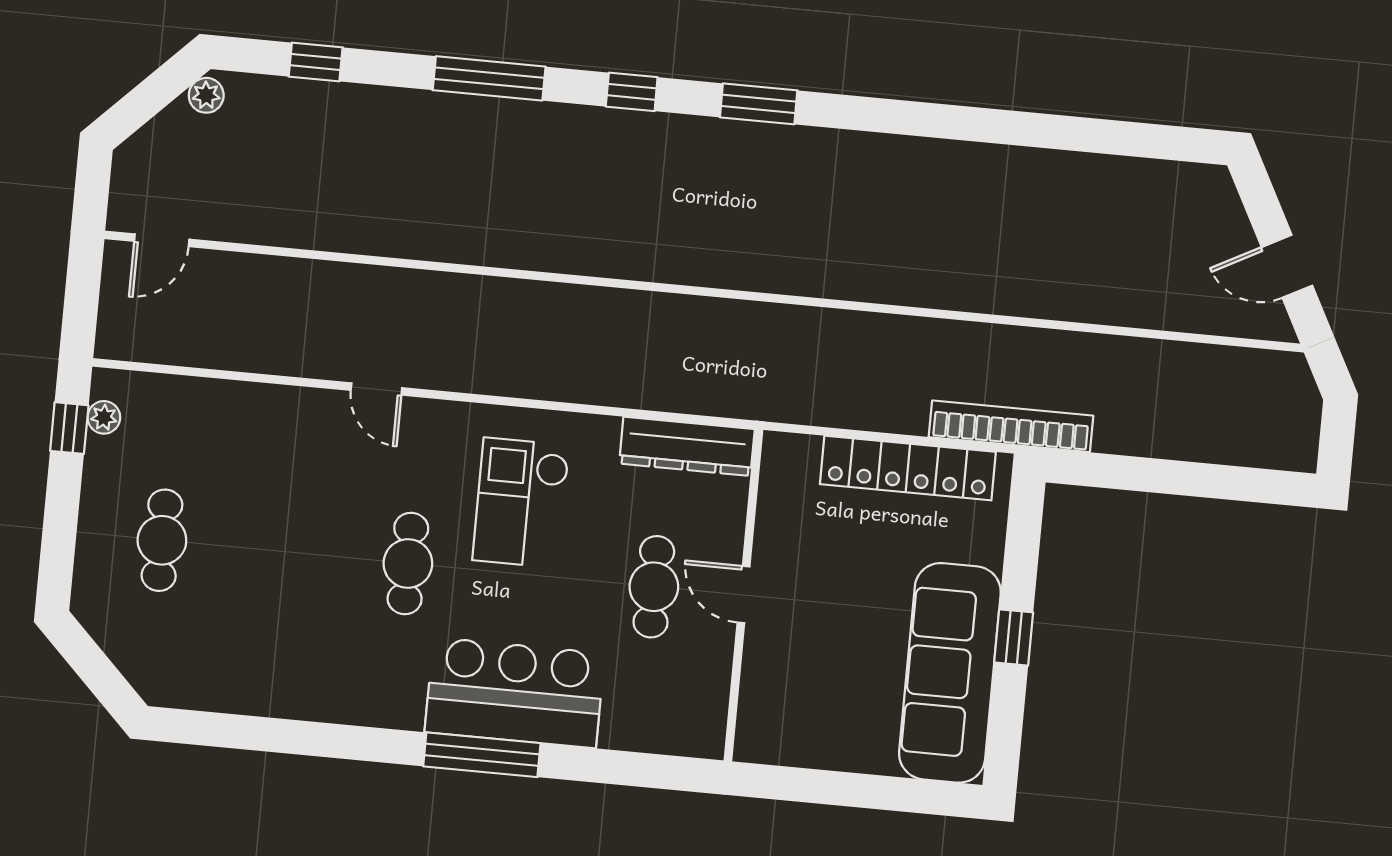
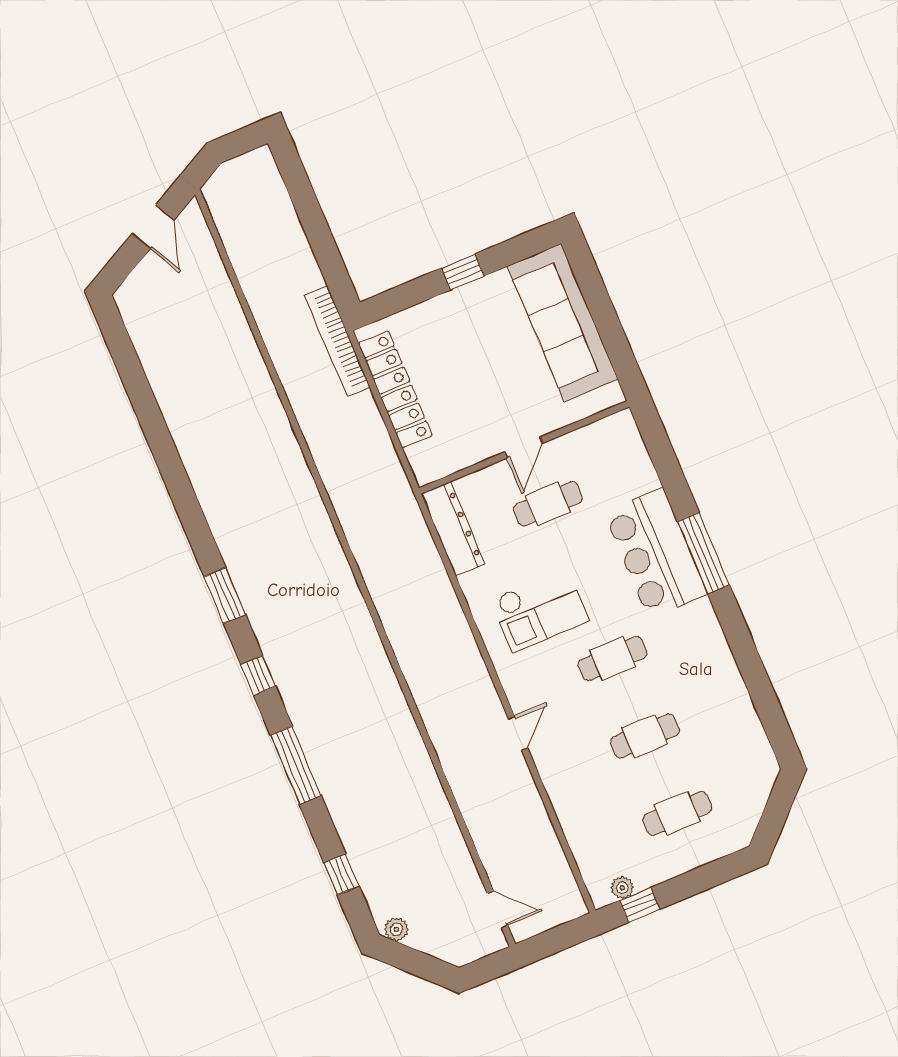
cafe table: (285, 552) -> (645, 736), added
sofa: (950, 673) -> (563, 323), moved, turned 90

